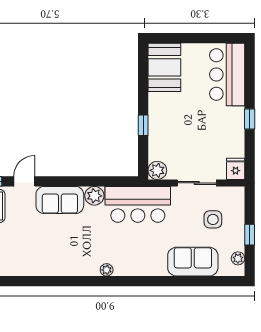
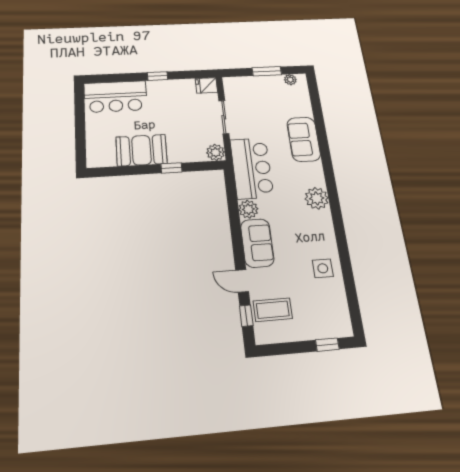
booth: (164, 67) -> (141, 150), moved
side table: (213, 219) -> (323, 268), moved
window: (250, 235) -> (267, 71), width x1.50
sofa: (193, 262) -> (304, 139), moved
plant: (107, 270) -> (317, 198), width x1.87, depth x1.87

